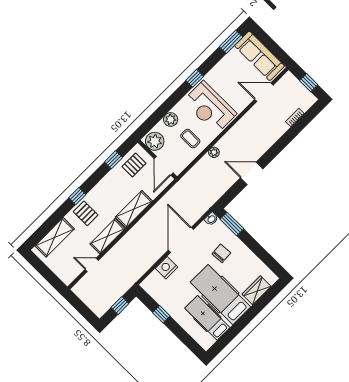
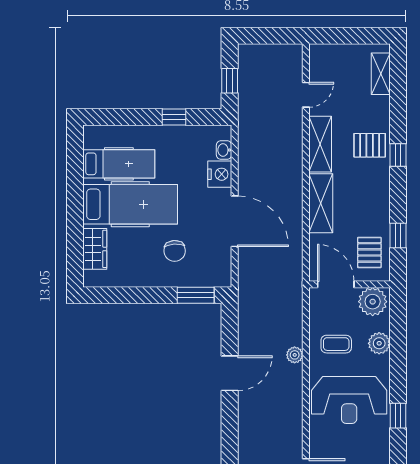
reception desk: (210, 107) -> (349, 400), turned 180
washbasin: (211, 219) -> (224, 150), moved
shelving: (55, 237) -> (381, 74), width x0.67, depth x0.75

